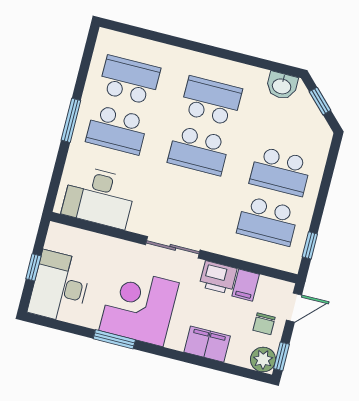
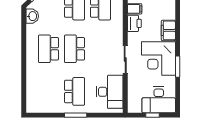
school desk: (129, 80) -> (49, 91), removed
school desk: (199, 151) -> (75, 49), turned 180
sliding door: (173, 247) -> (125, 60), moved
filing cabinet: (207, 344) -> (168, 30), moved

